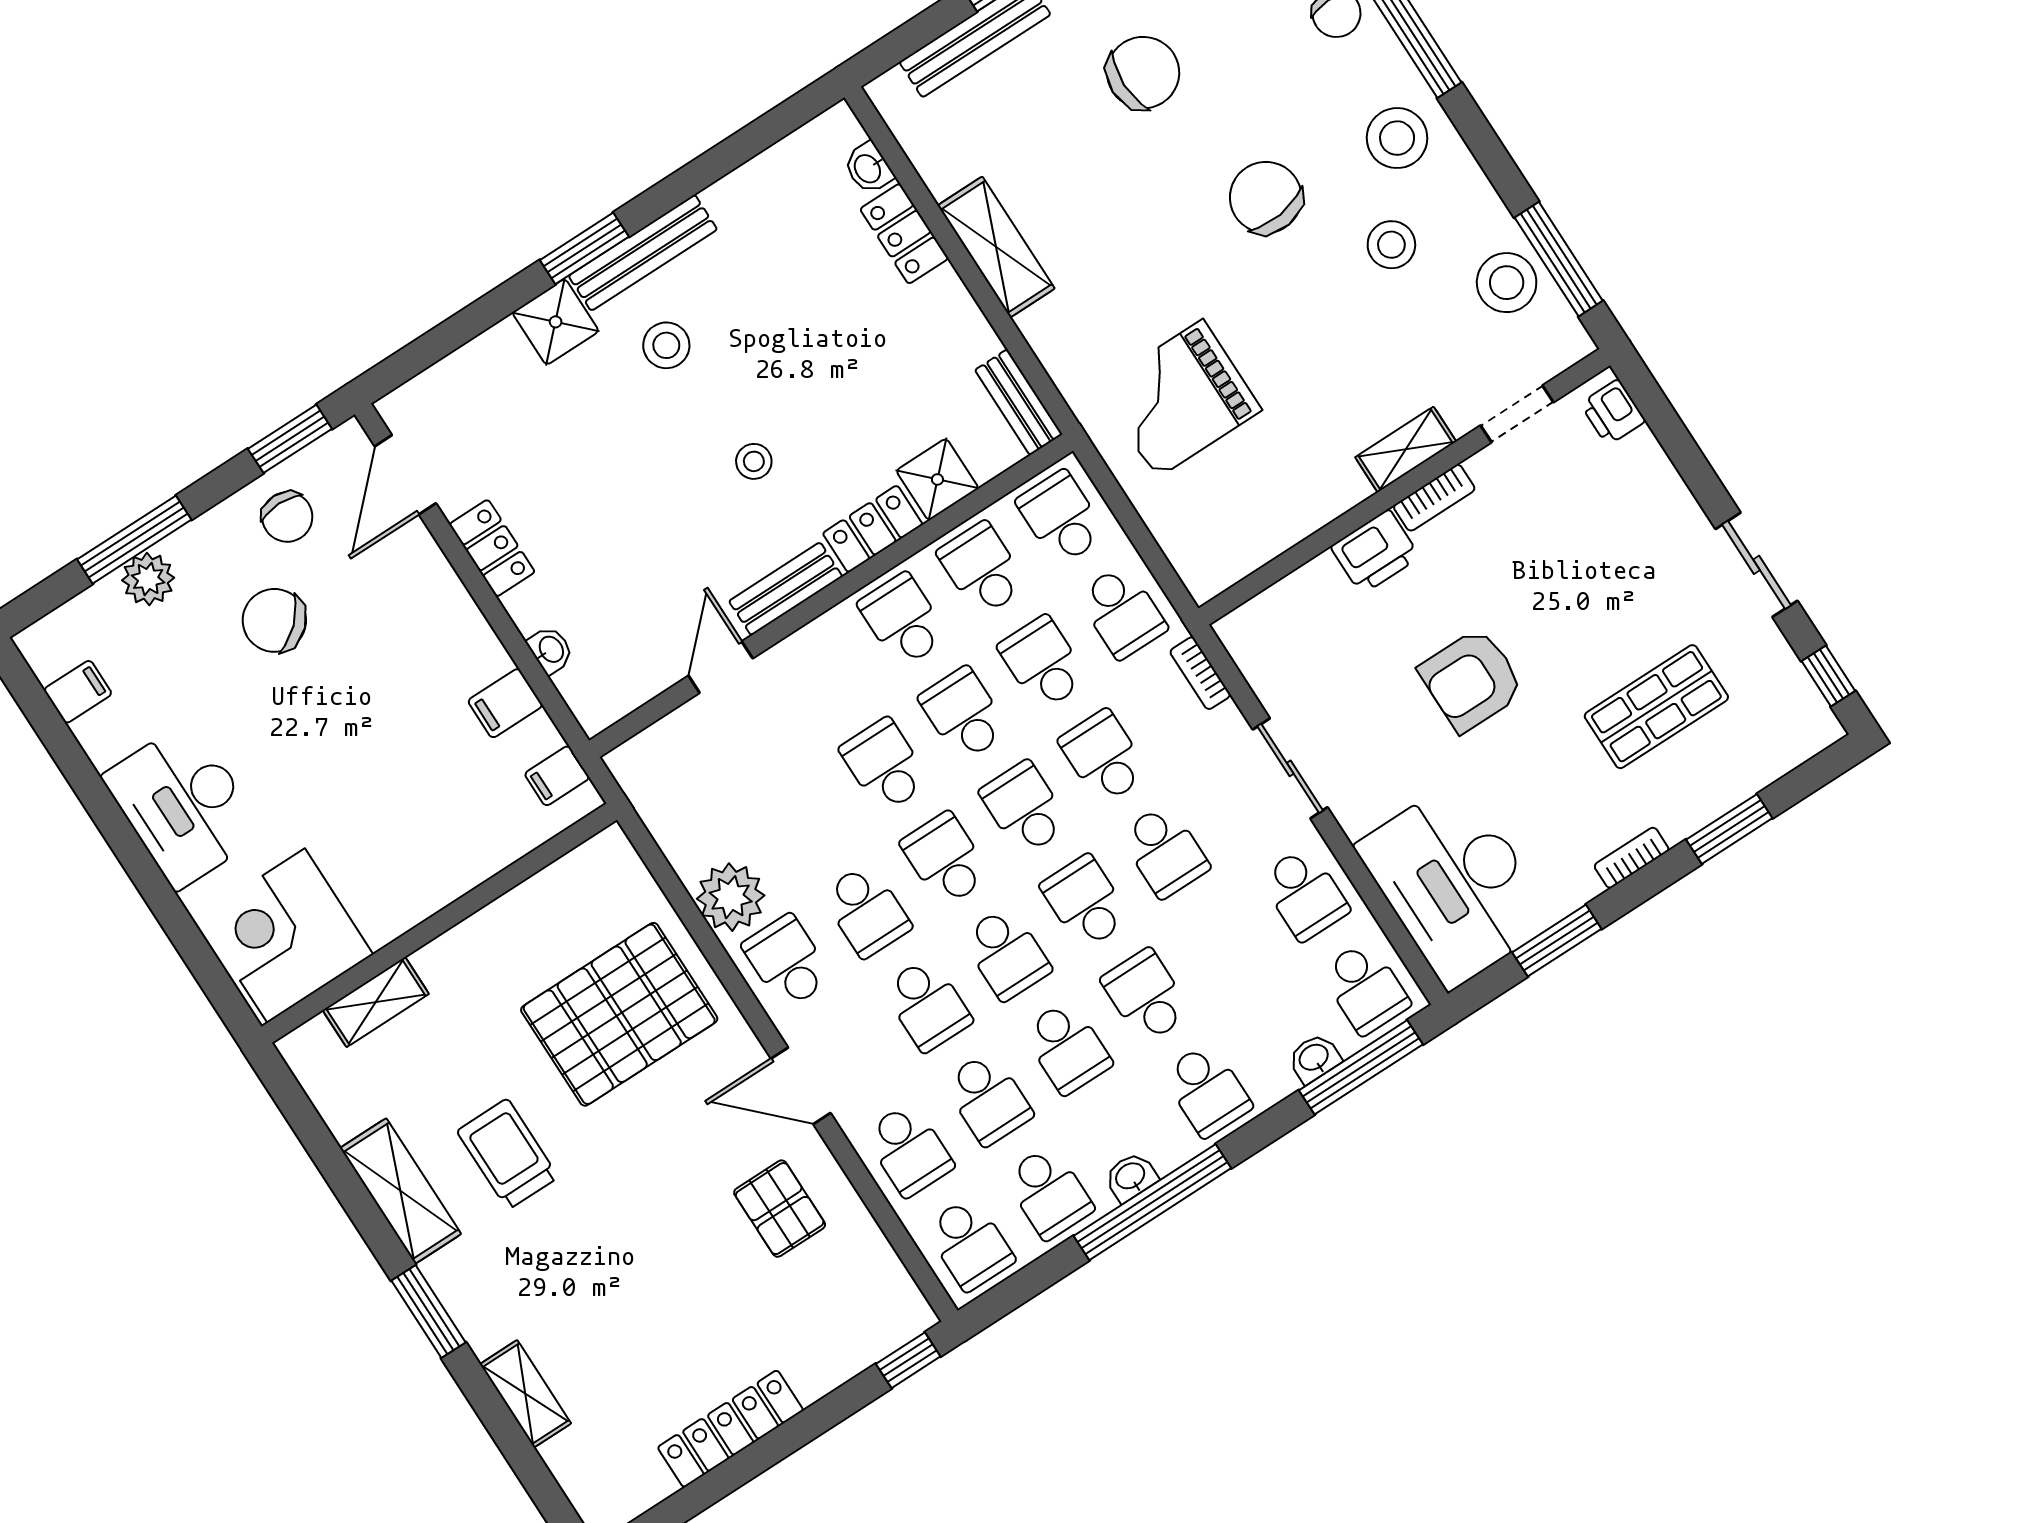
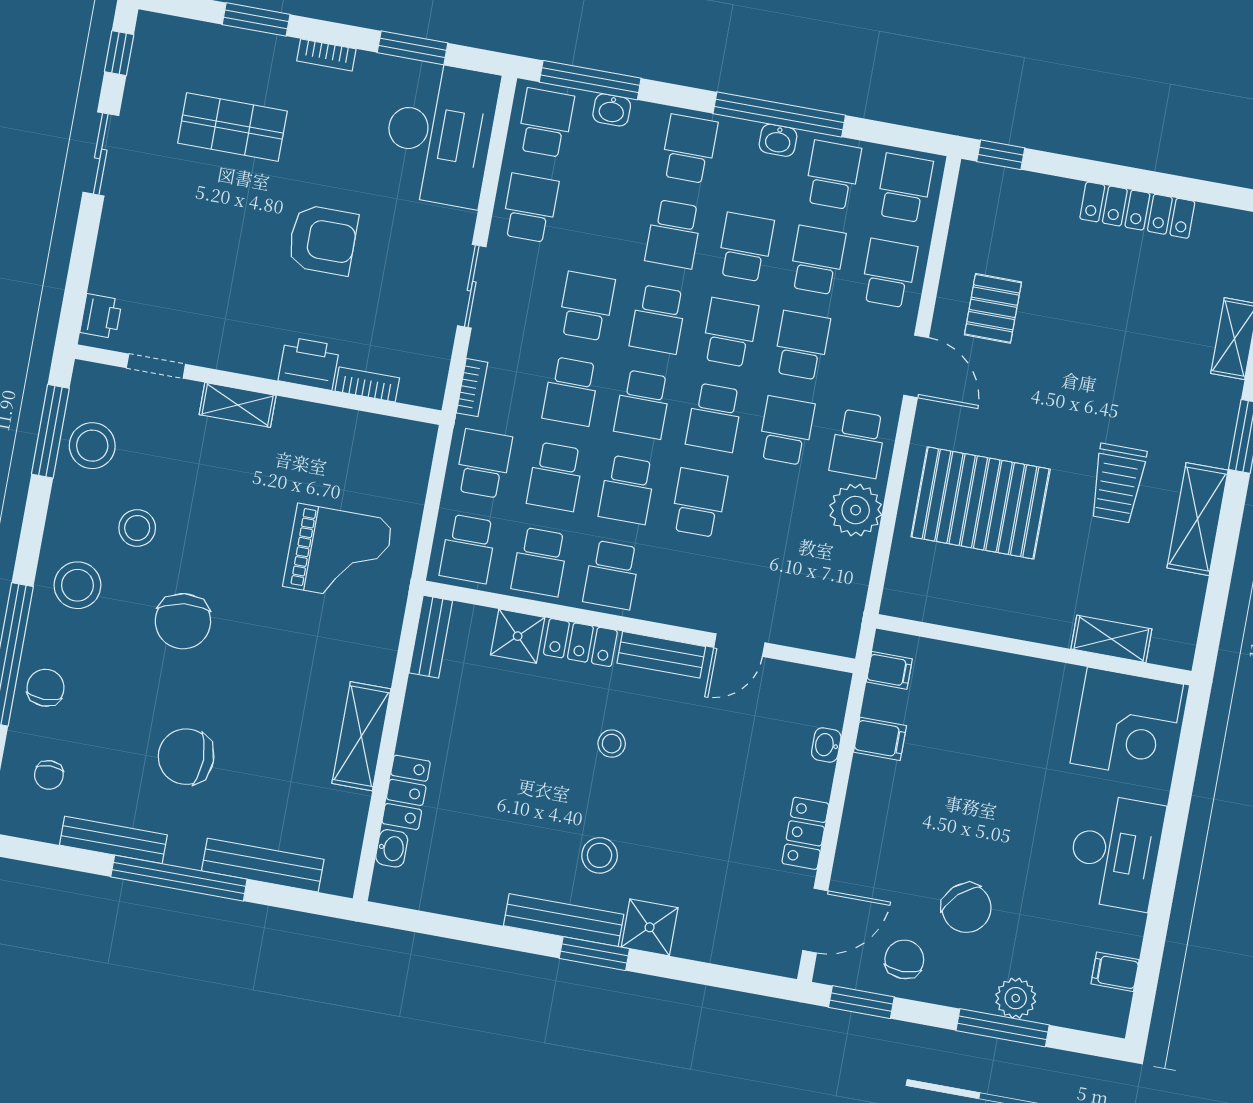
bookcase: (1434, 498) -> (367, 384), moved
school desk: (885, 765) -> (699, 503), turned 180

